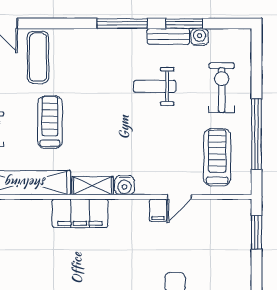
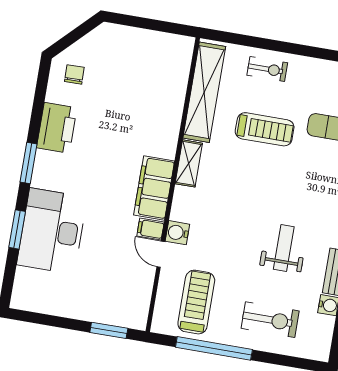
treadmill: (217, 157) -> (196, 302), turned -90
water cooler: (125, 185) -> (177, 233), moved
filing cabinet: (80, 213) -> (154, 188), moved

